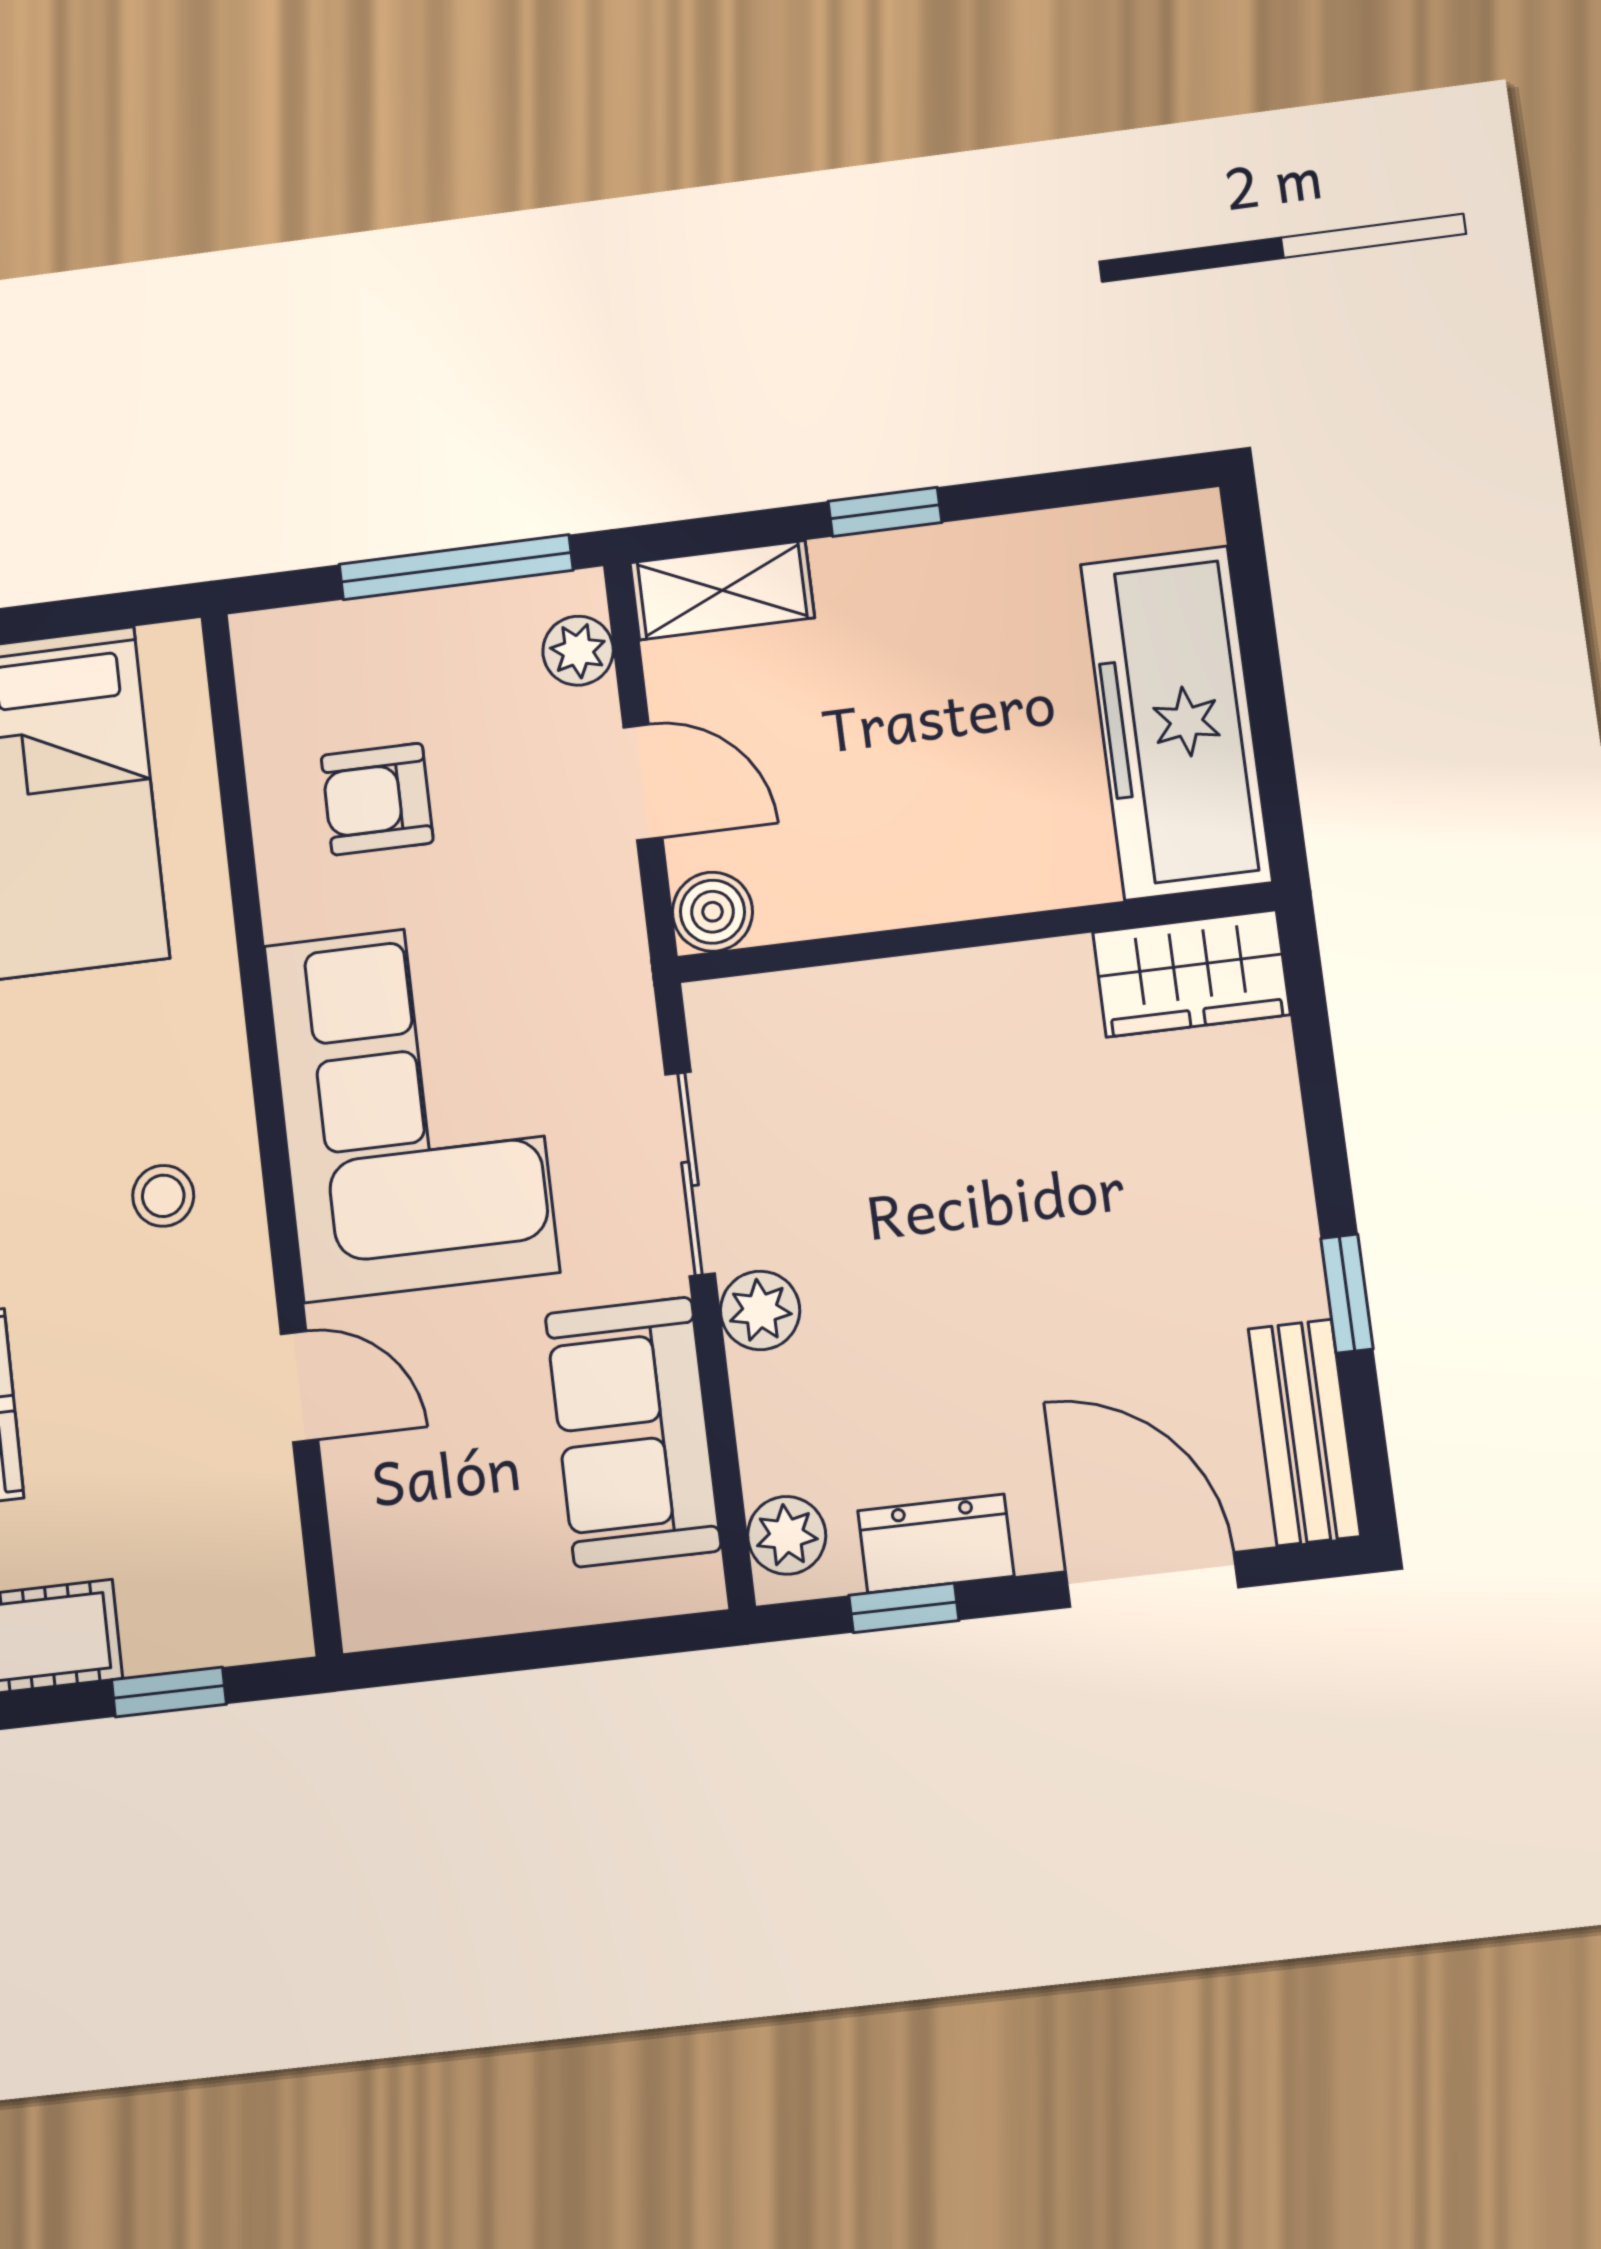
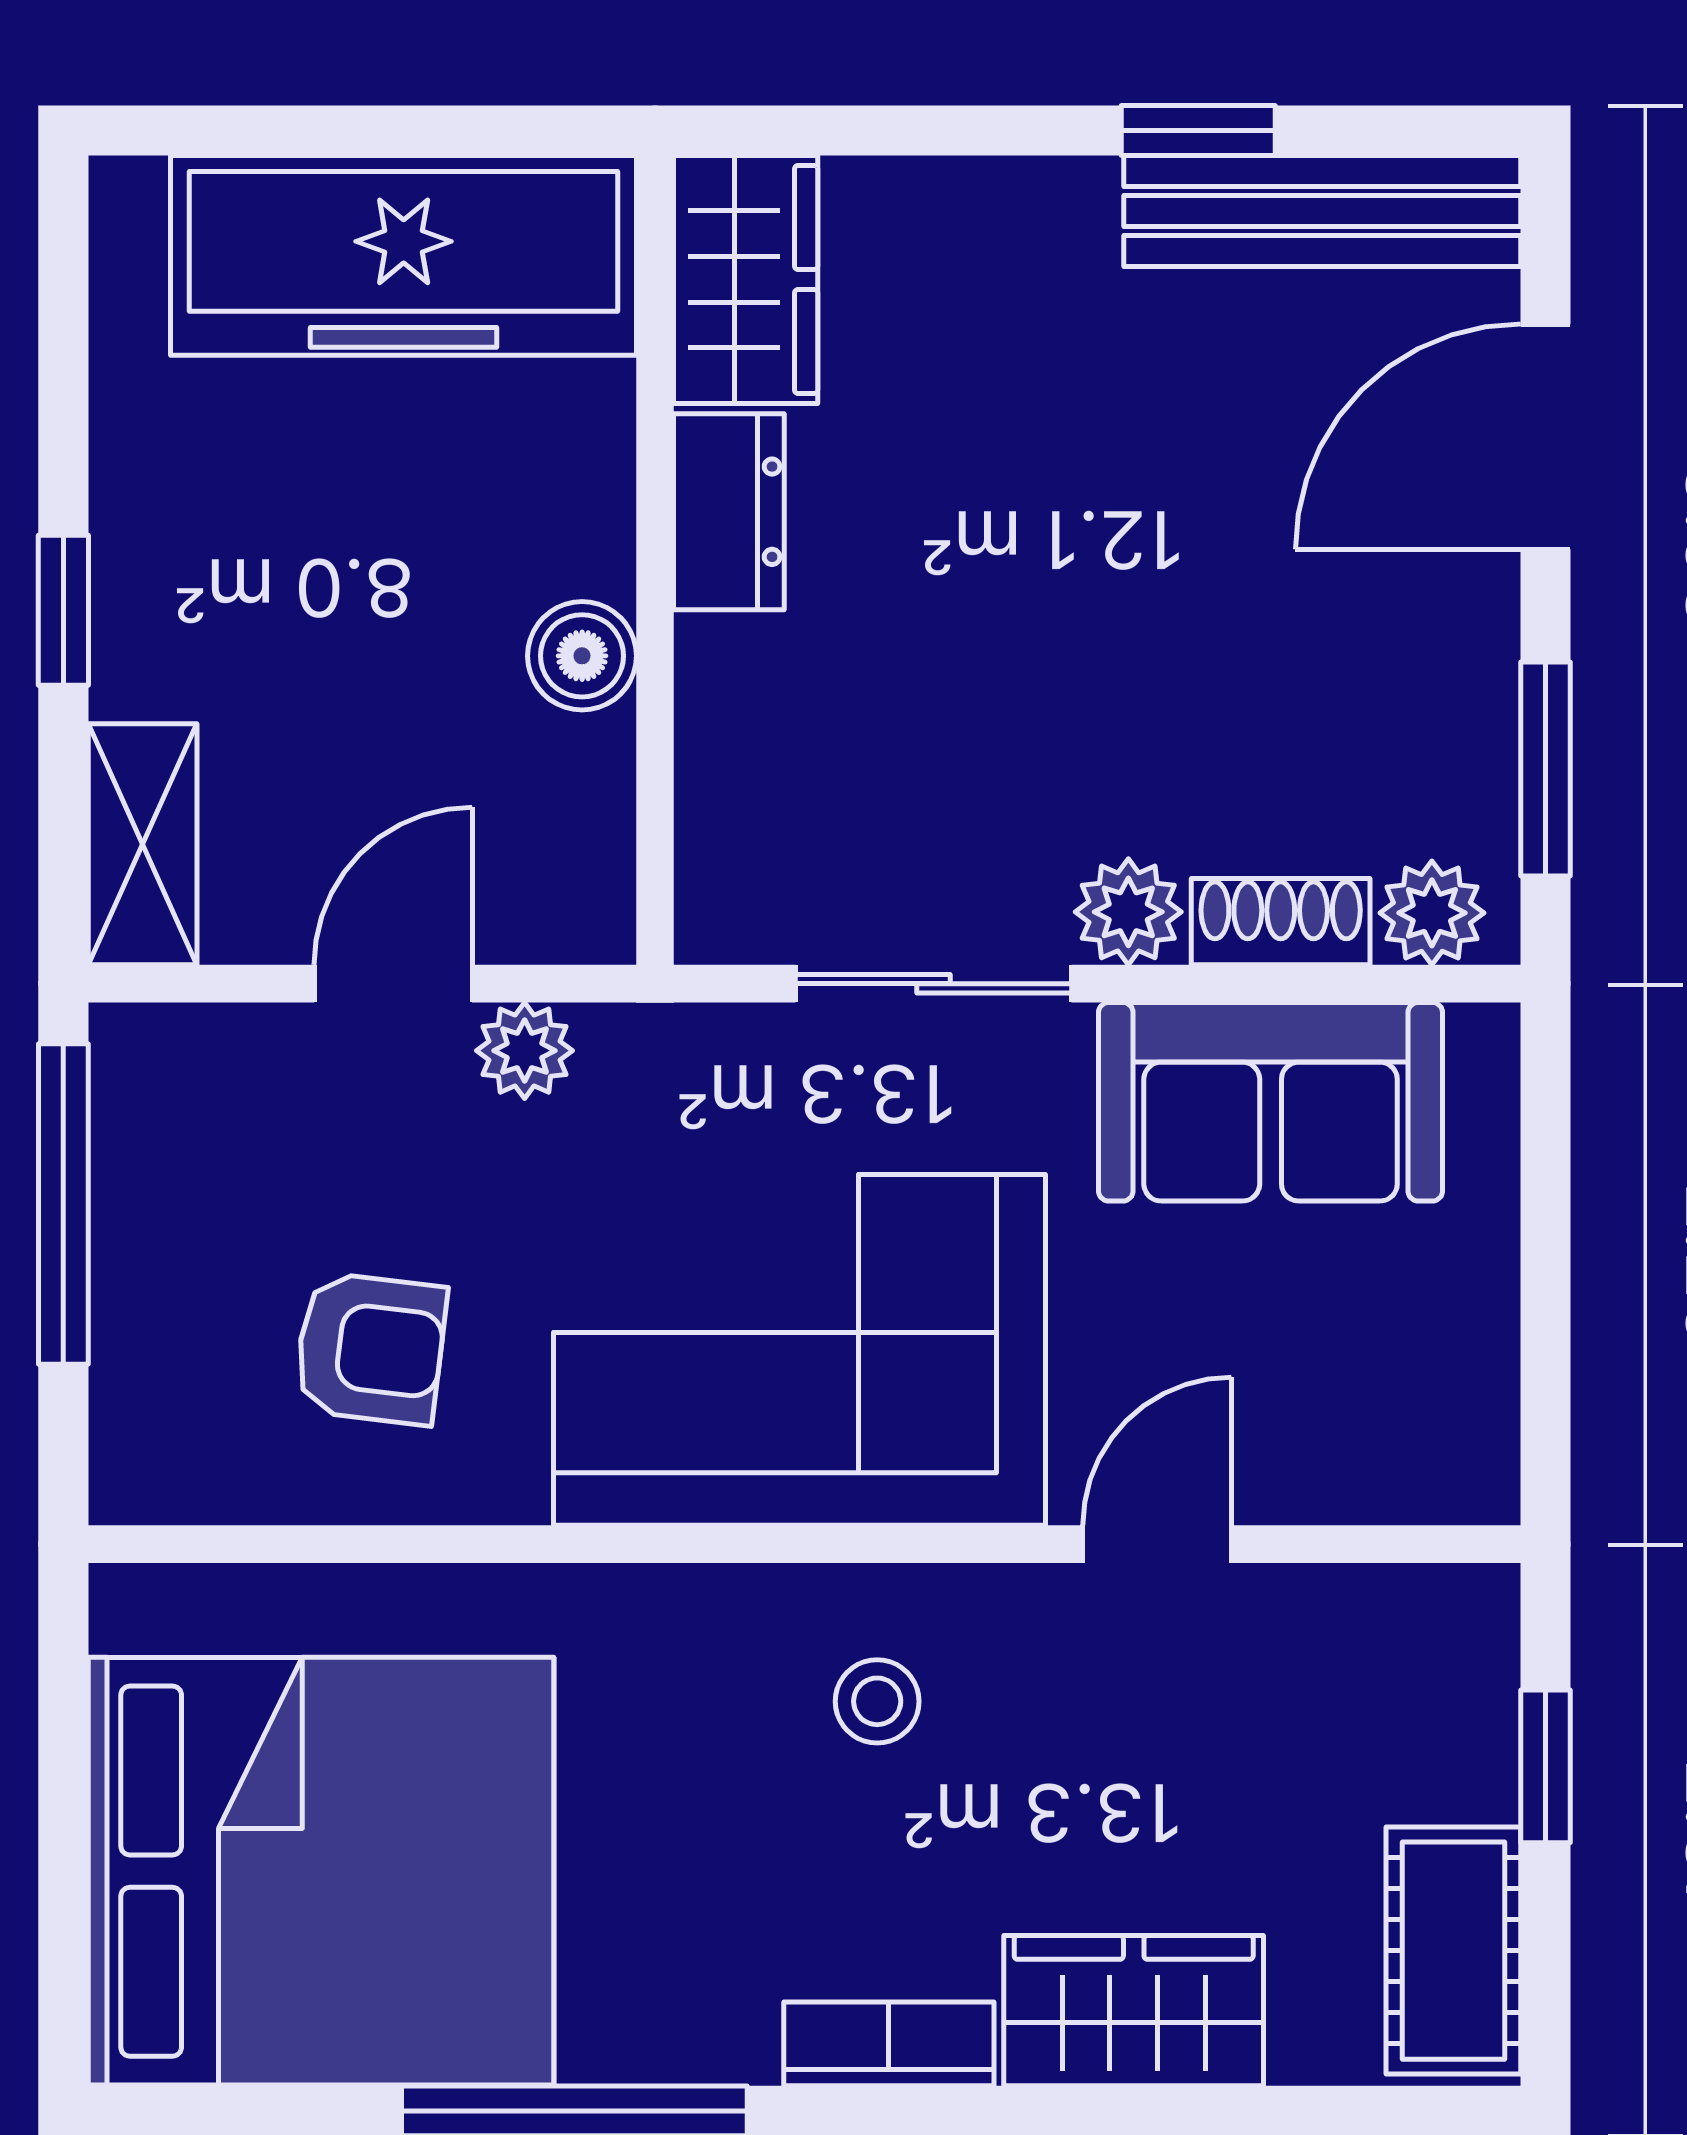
plant: (578, 651) -> (525, 1051), moved
armchair: (377, 799) -> (370, 1348), turned -83
boiler: (712, 912) -> (582, 656), moved
shoe rack: (767, 1424) -> (1281, 922), added
bench: (1304, 1432) -> (1322, 211), width x1.36
dresser: (936, 1543) -> (729, 512), moved, turned 180
window: (904, 1608) -> (1546, 769), width x1.50

